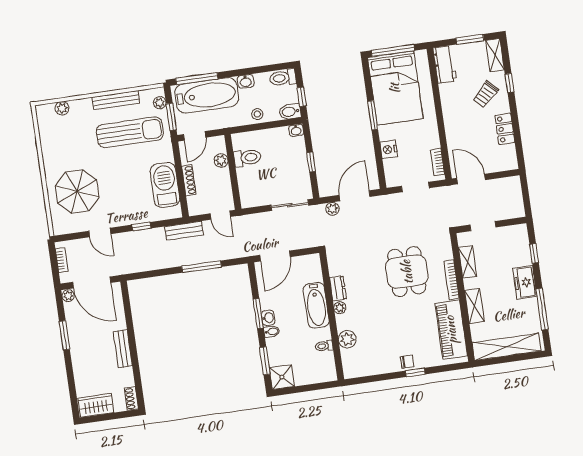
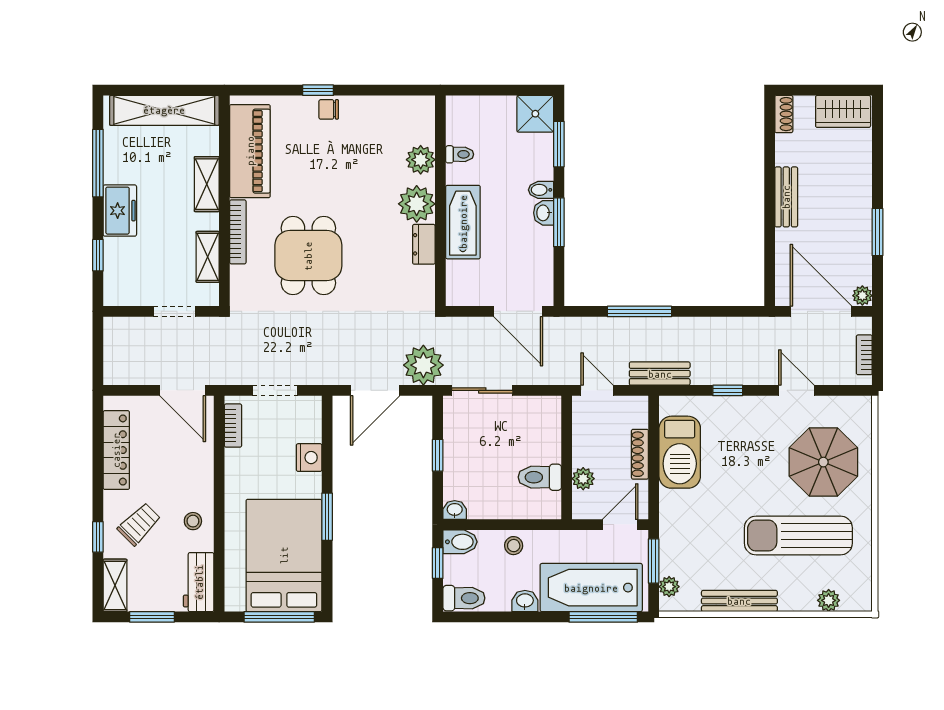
stool: (453, 101) -> (193, 521), added
locker: (505, 129) -> (116, 450), width x1.53
sun lounger: (130, 132) -> (798, 535), moved
plant: (332, 209) -> (423, 365), width x1.88, depth x1.88
door: (275, 256) -> (518, 311), swing flipped
plant: (340, 308) -> (417, 204), width x1.87, depth x1.87

